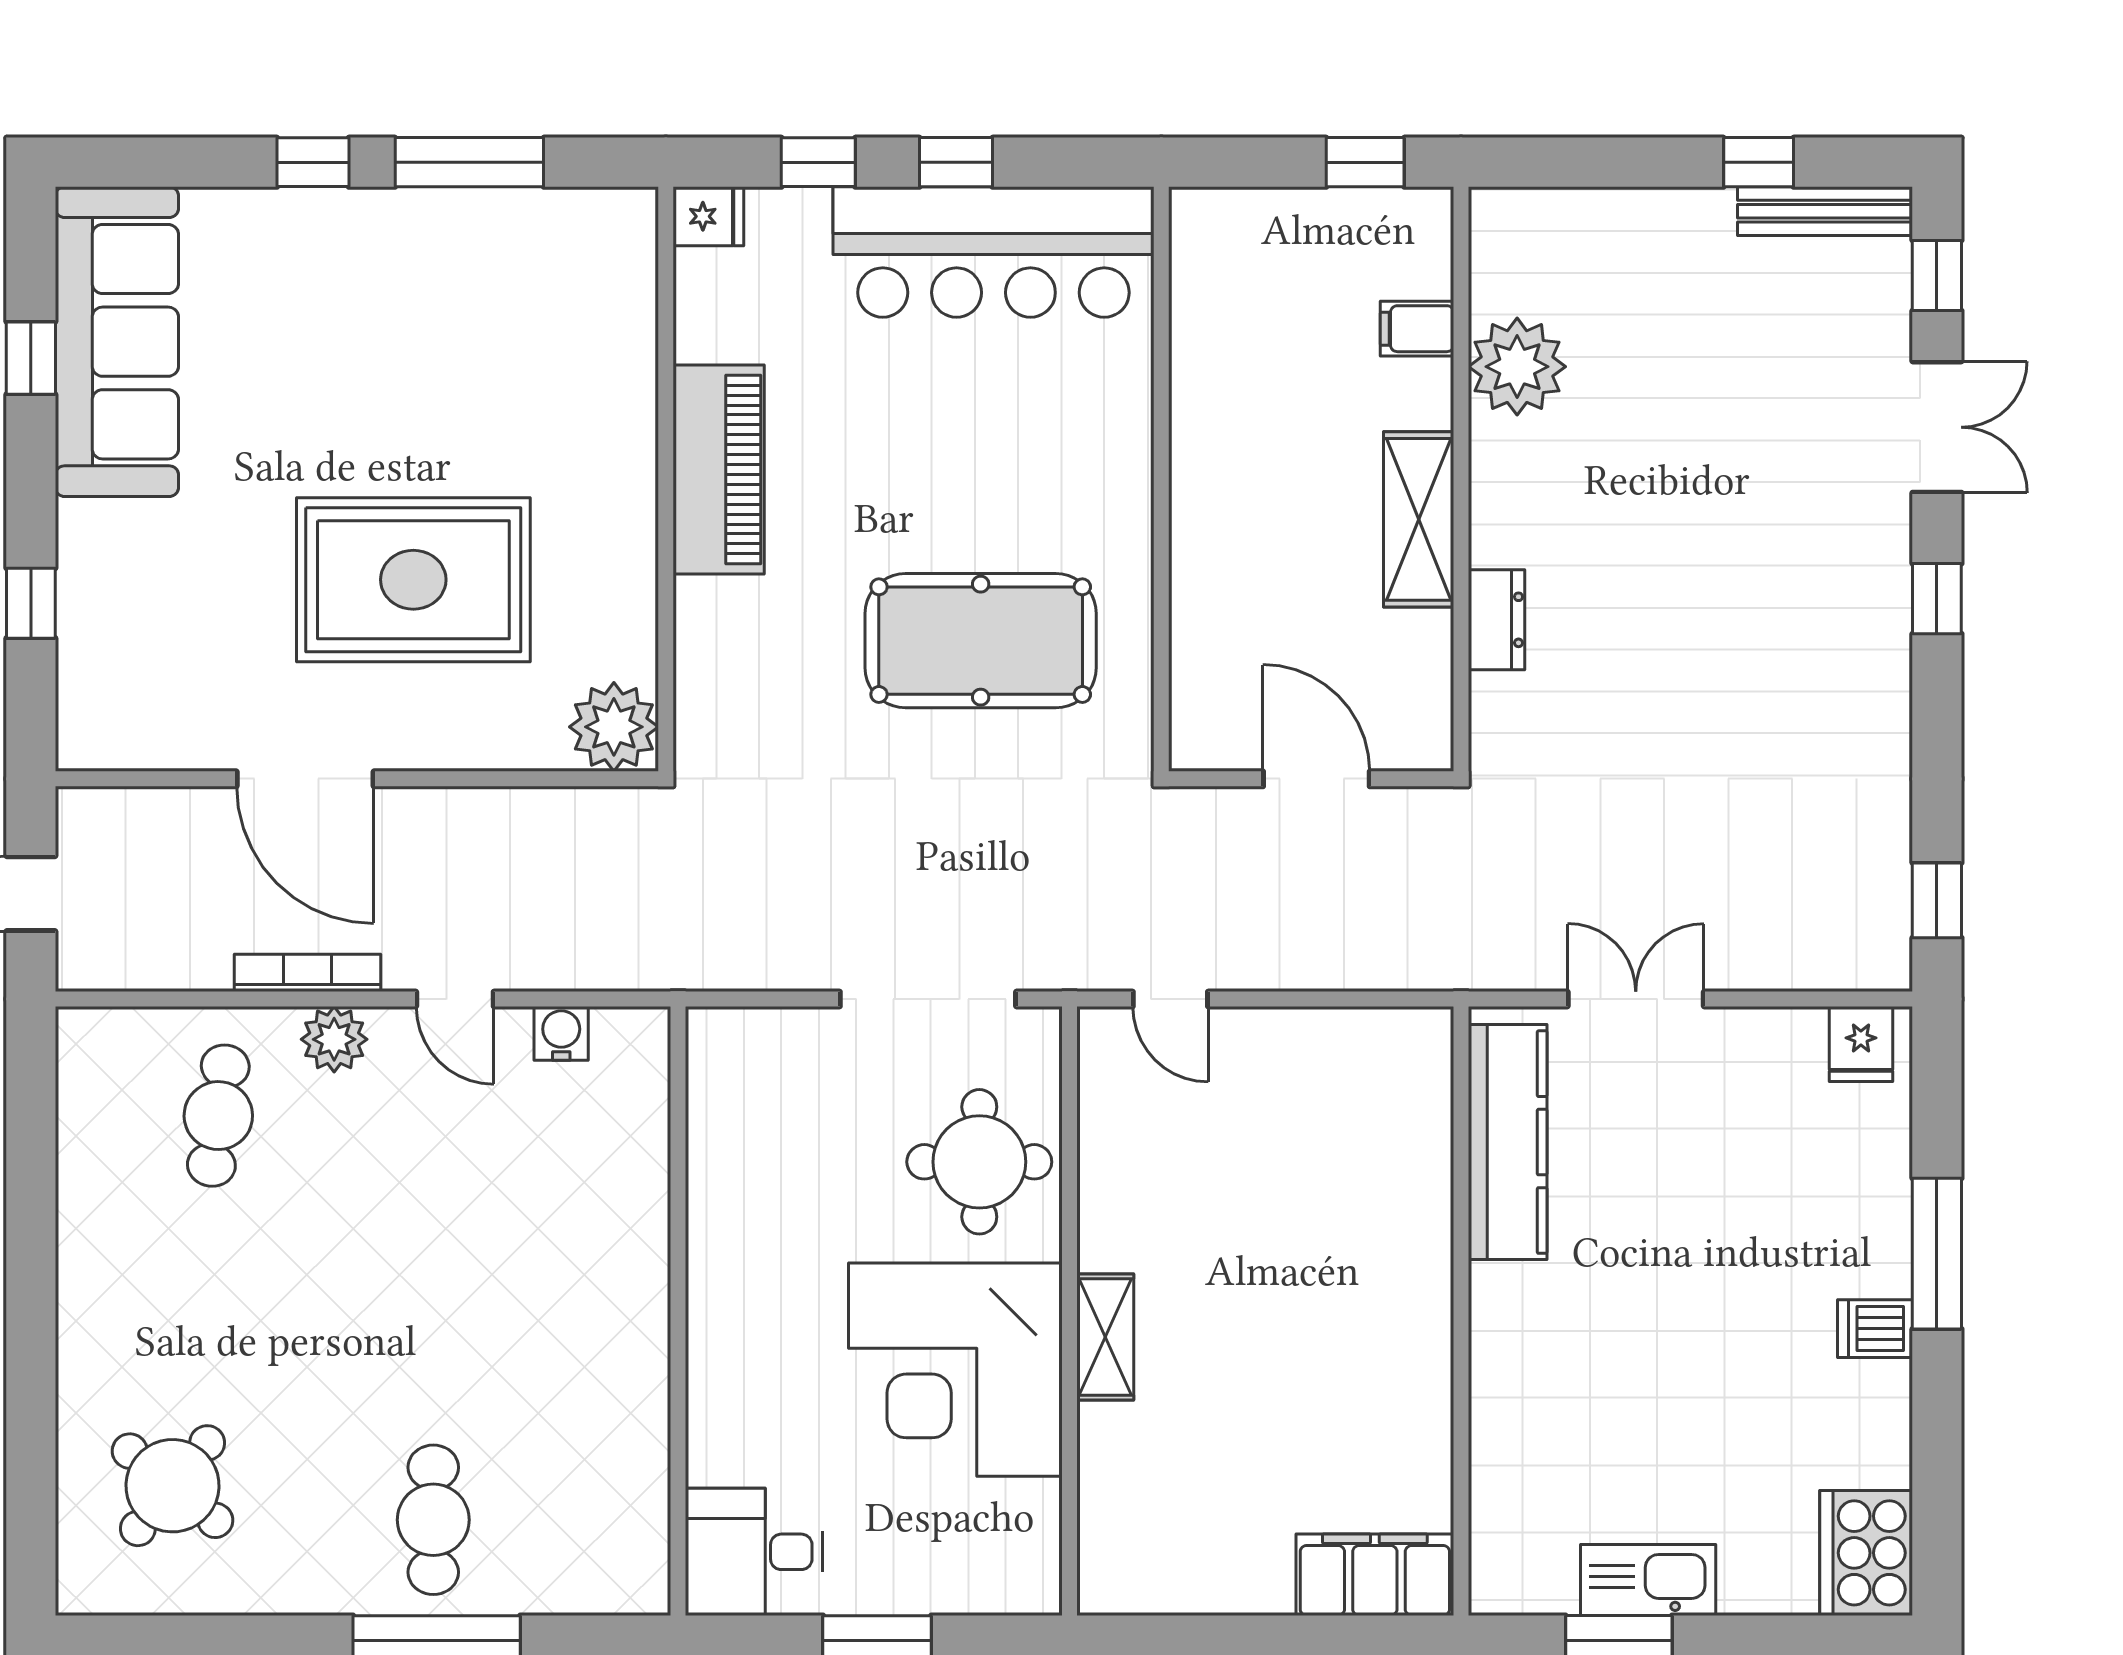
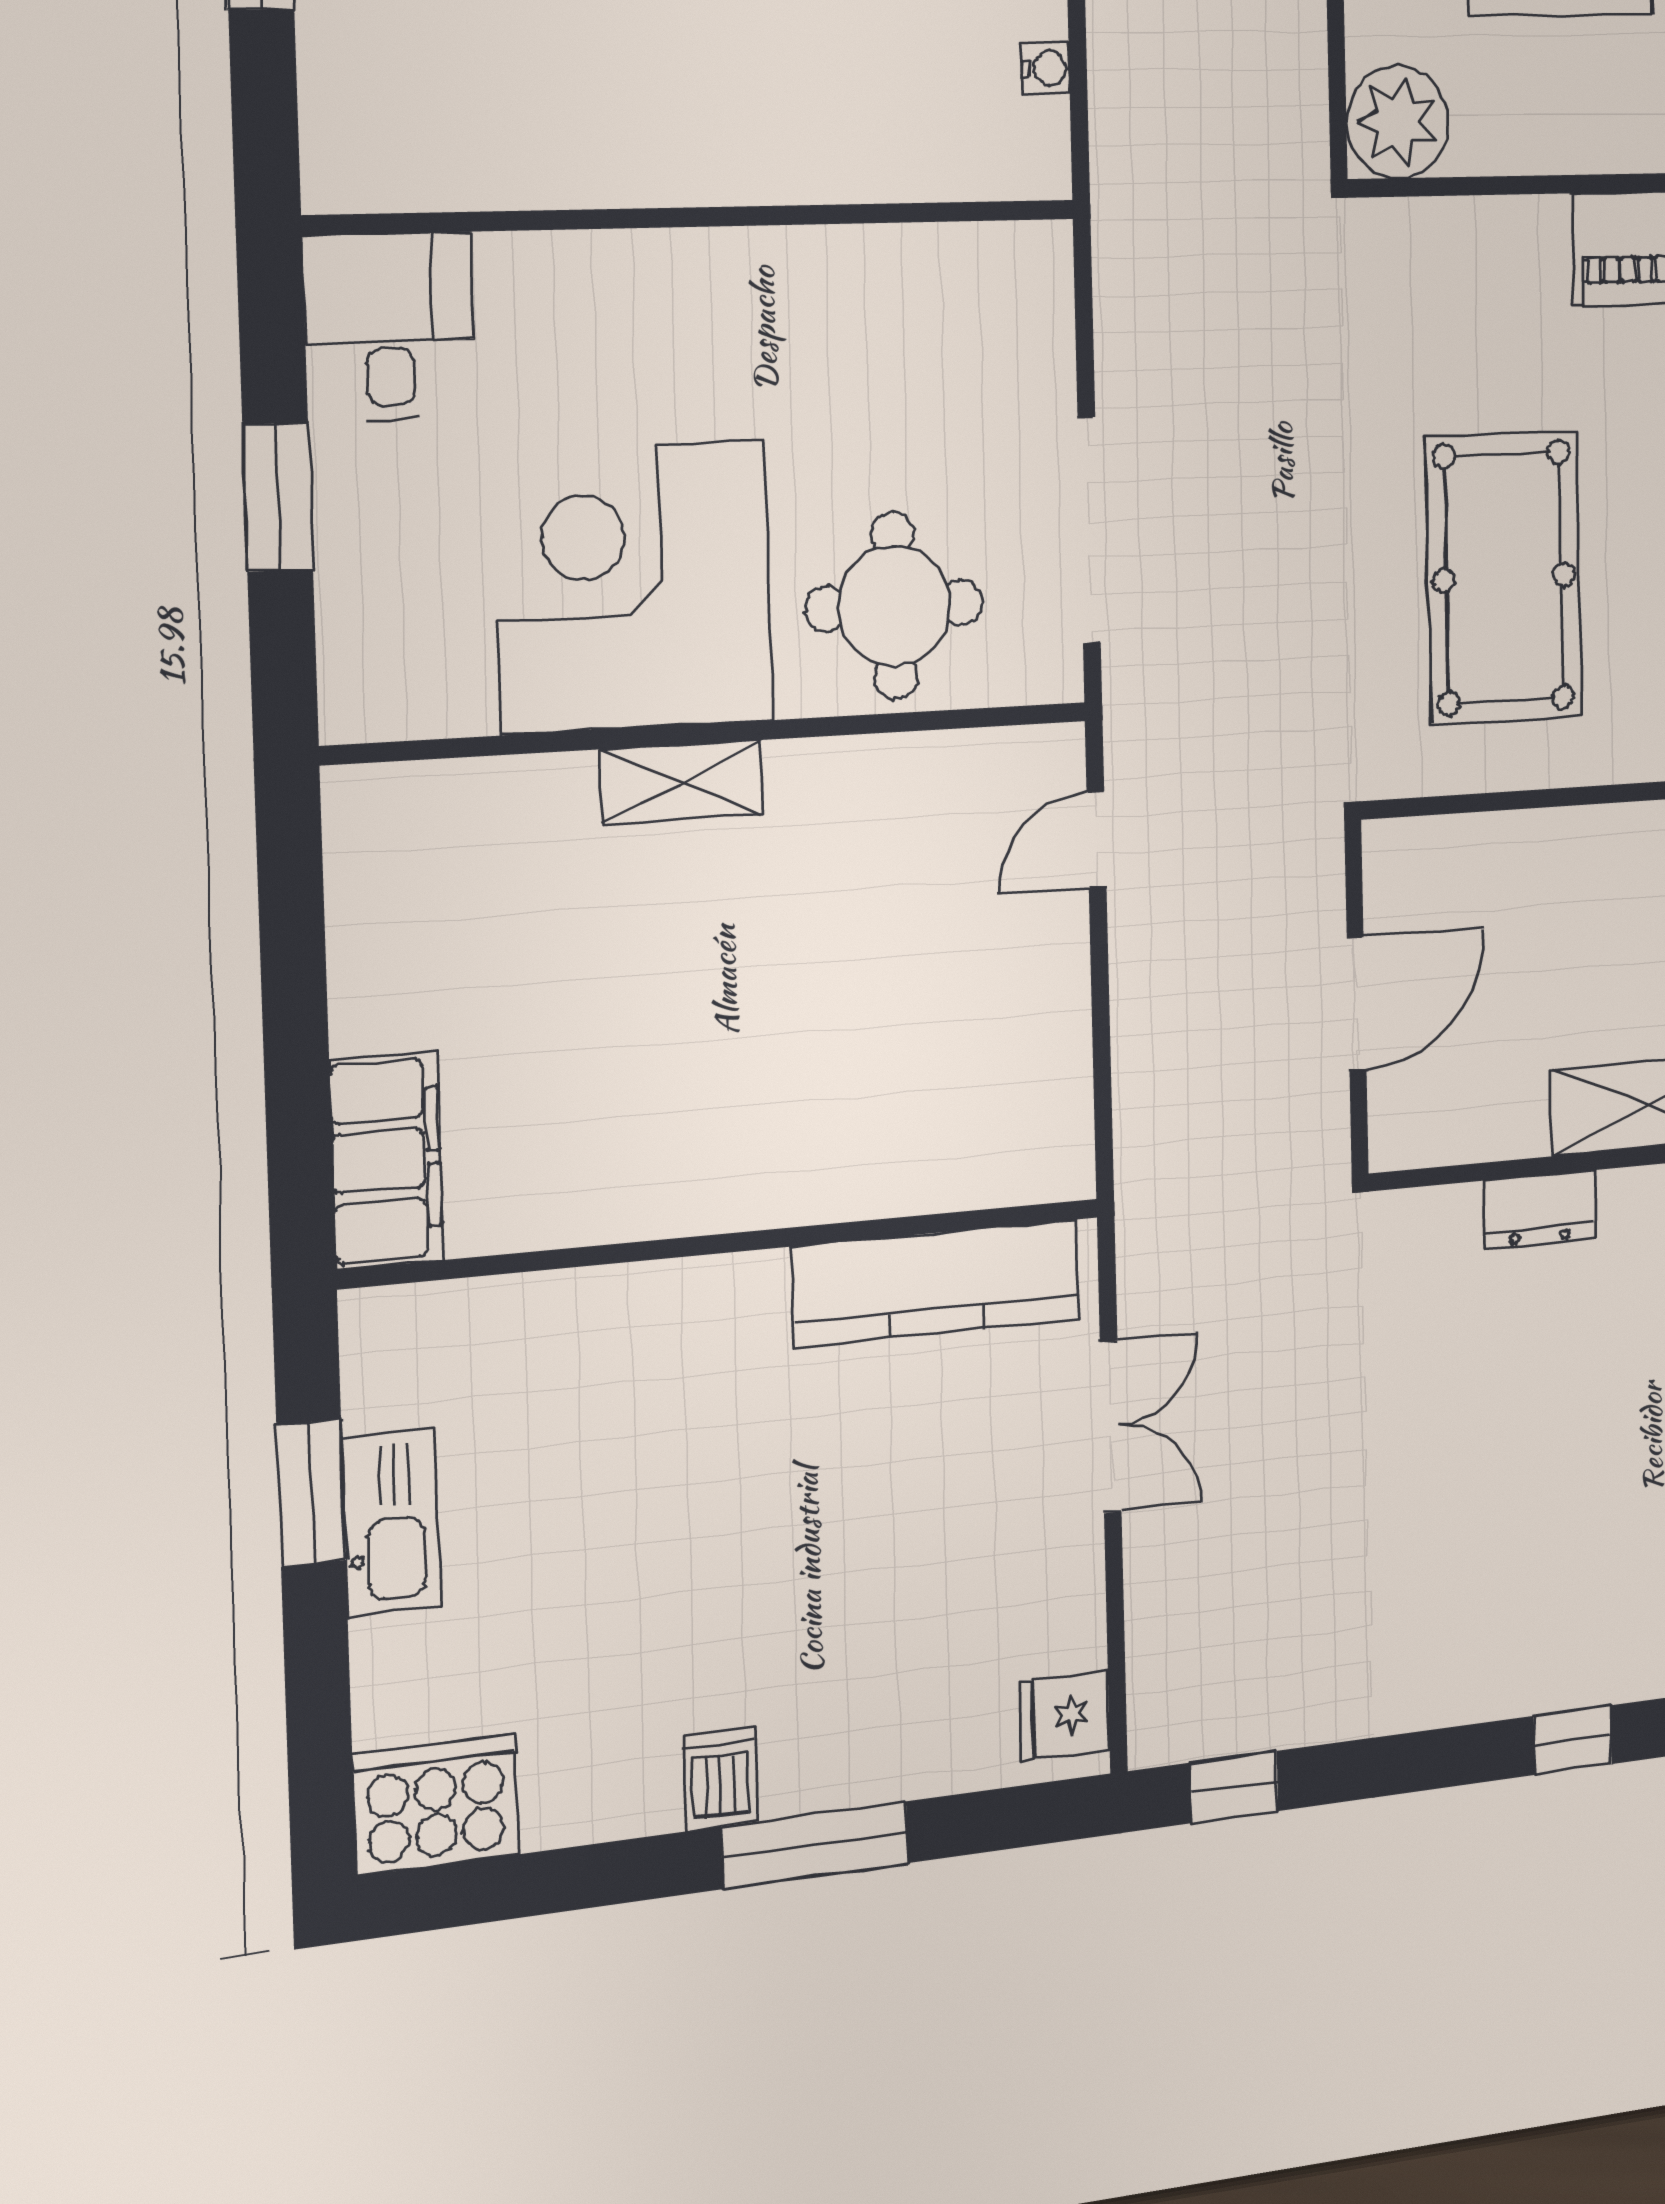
water cooler: (561, 1033) -> (1046, 68), width x0.72, depth x0.72

